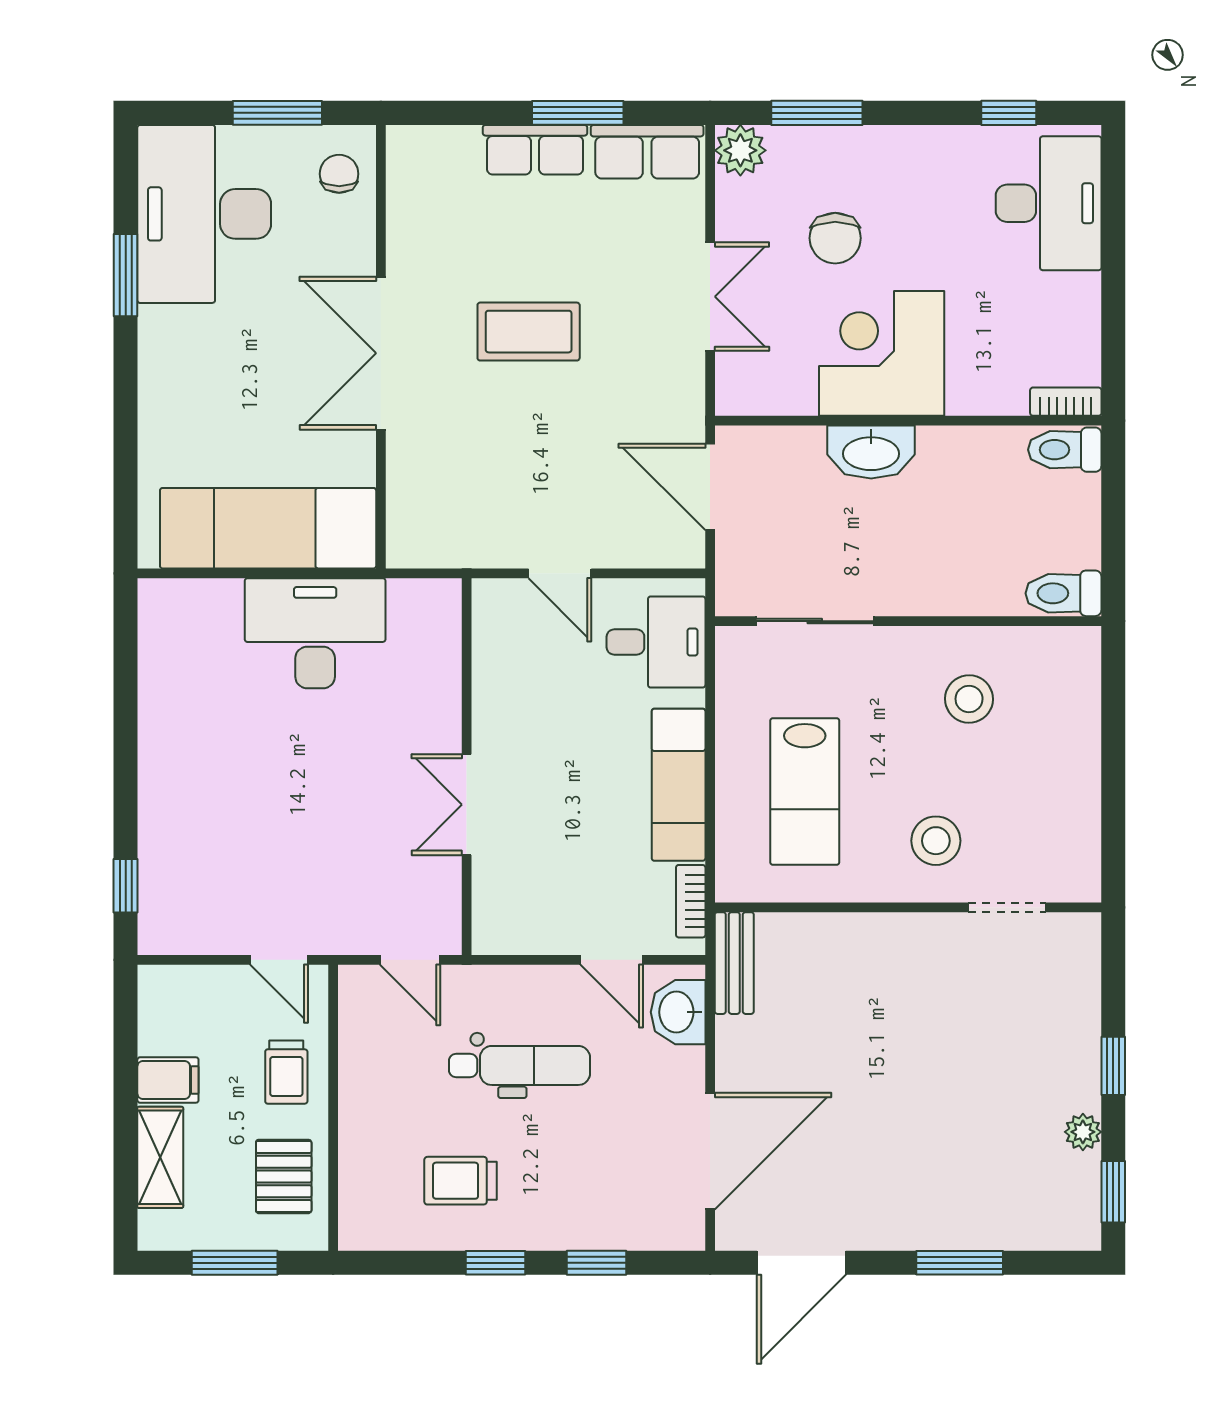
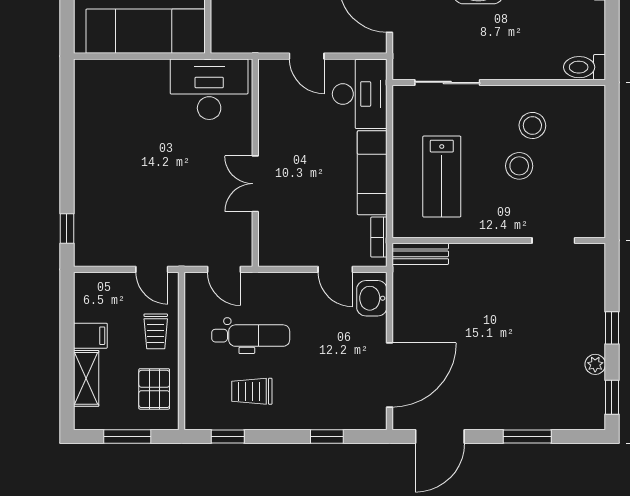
desk: (315, 633) -> (209, 89), moved
desk: (656, 642) -> (360, 94), width x1.37
stool: (936, 841) -> (519, 166), moved
bench: (734, 963) -> (420, 254), moved, turned 90
dental chair: (519, 1065) -> (251, 336), moved
window: (496, 1263) -> (228, 437), moved

